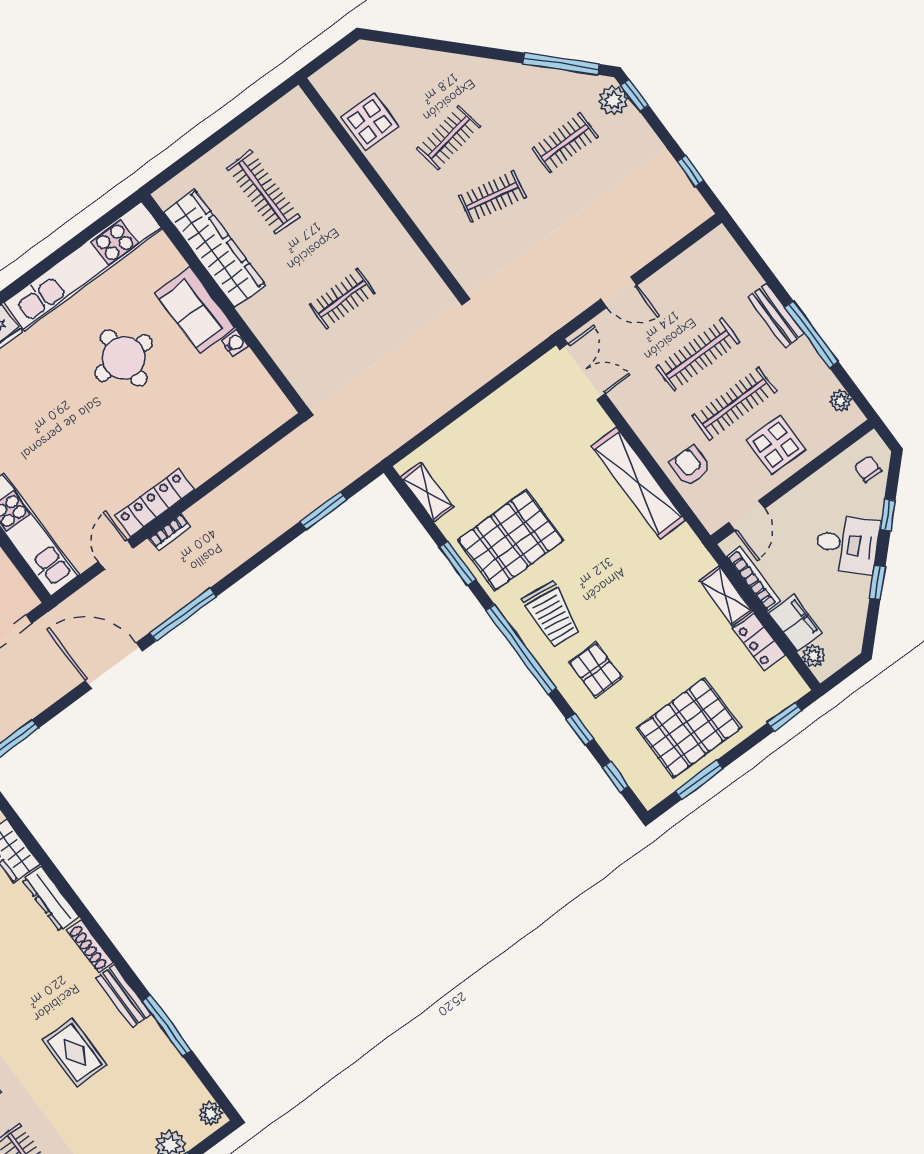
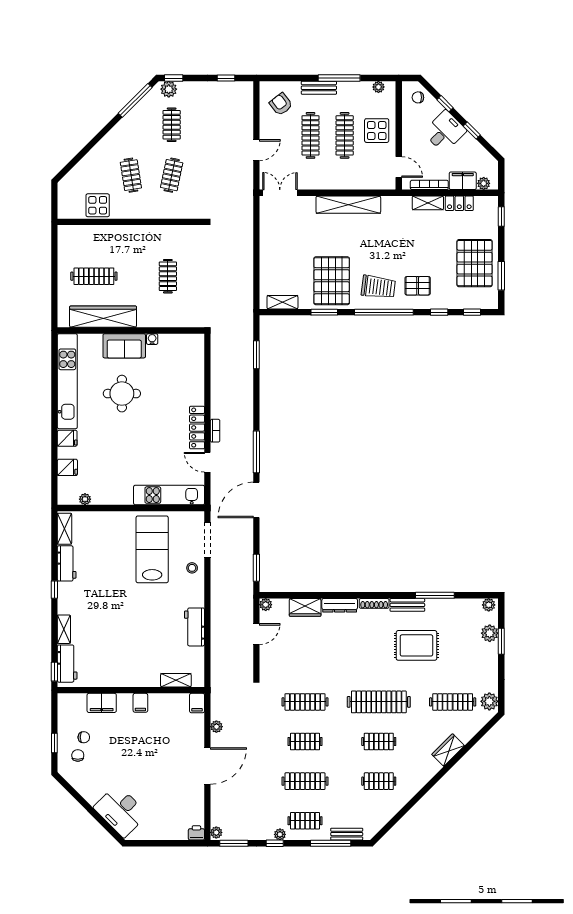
armchair: (690, 466) -> (281, 104), moved, turned 52
rug: (75, 1053) -> (416, 645), width x1.36, depth x1.43

